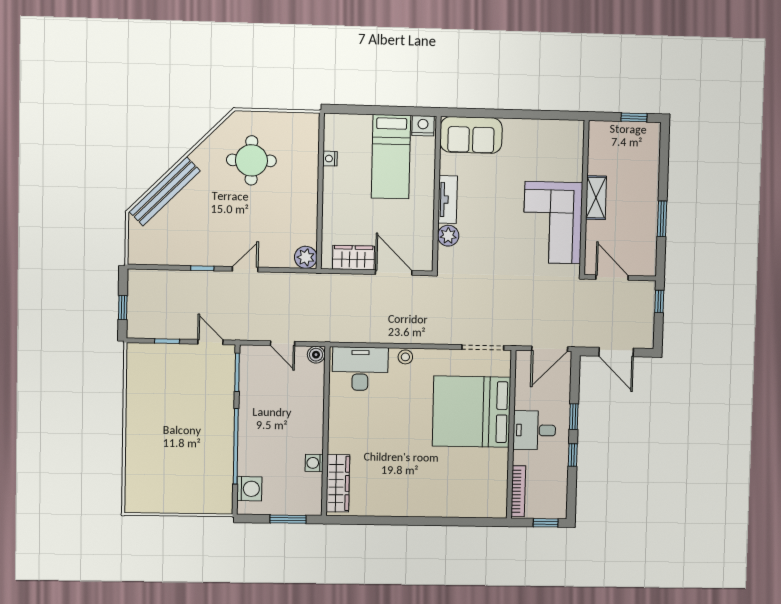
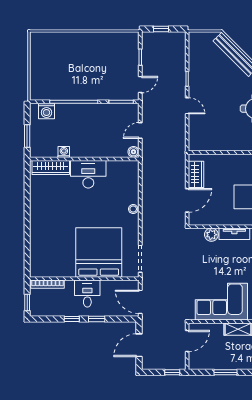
plant: (306, 257) -> (195, 144), removed
desk: (360, 369) -> (88, 174), moved, turned -90

